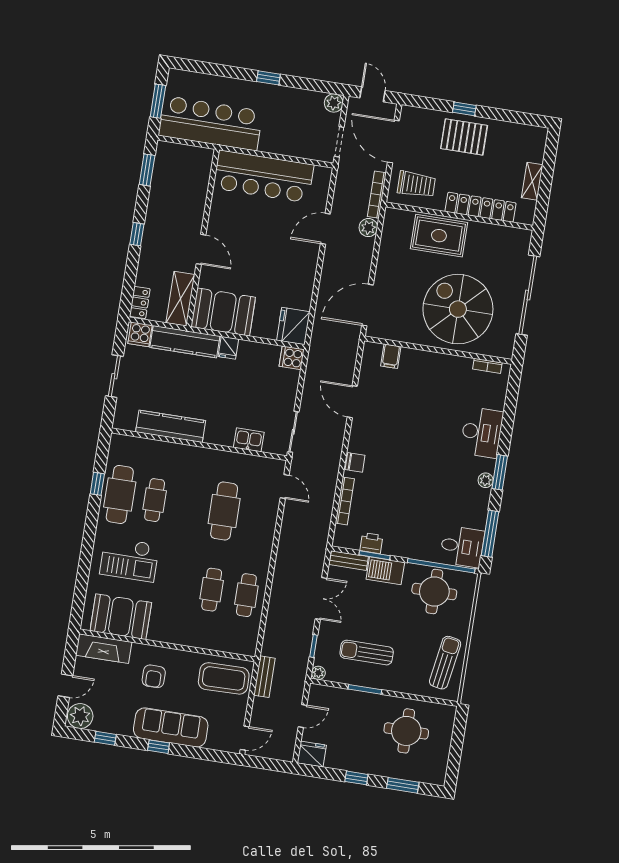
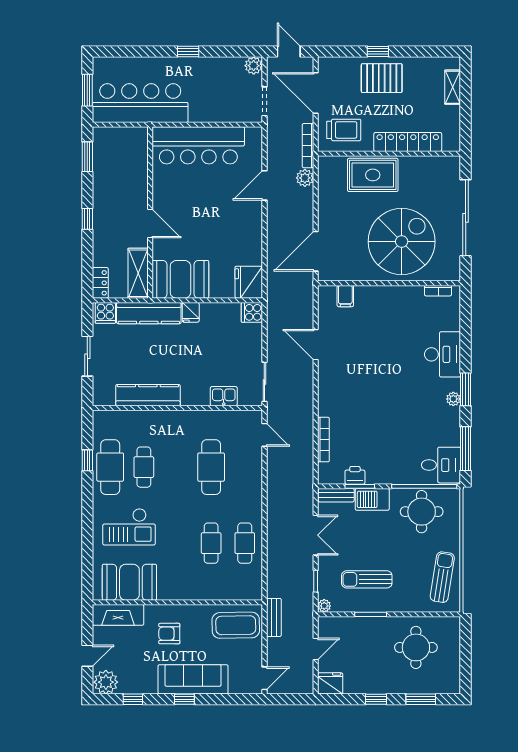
shelving: (532, 181) -> (453, 87), moved
spiral stairs: (458, 309) -> (402, 242), turned 90
chair: (355, 462) -> (327, 402), removed
armchair: (154, 676) -> (169, 634), turned 90

